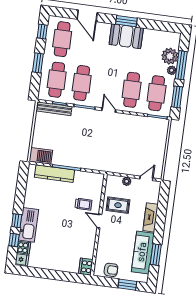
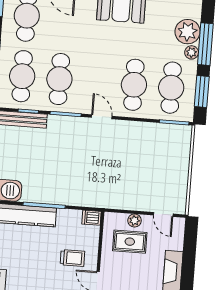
dishwasher: (98, 178) -> (91, 218), added
door: (146, 178) -> (163, 214), swing flipped
rug: (118, 205) -> (130, 242), moved

